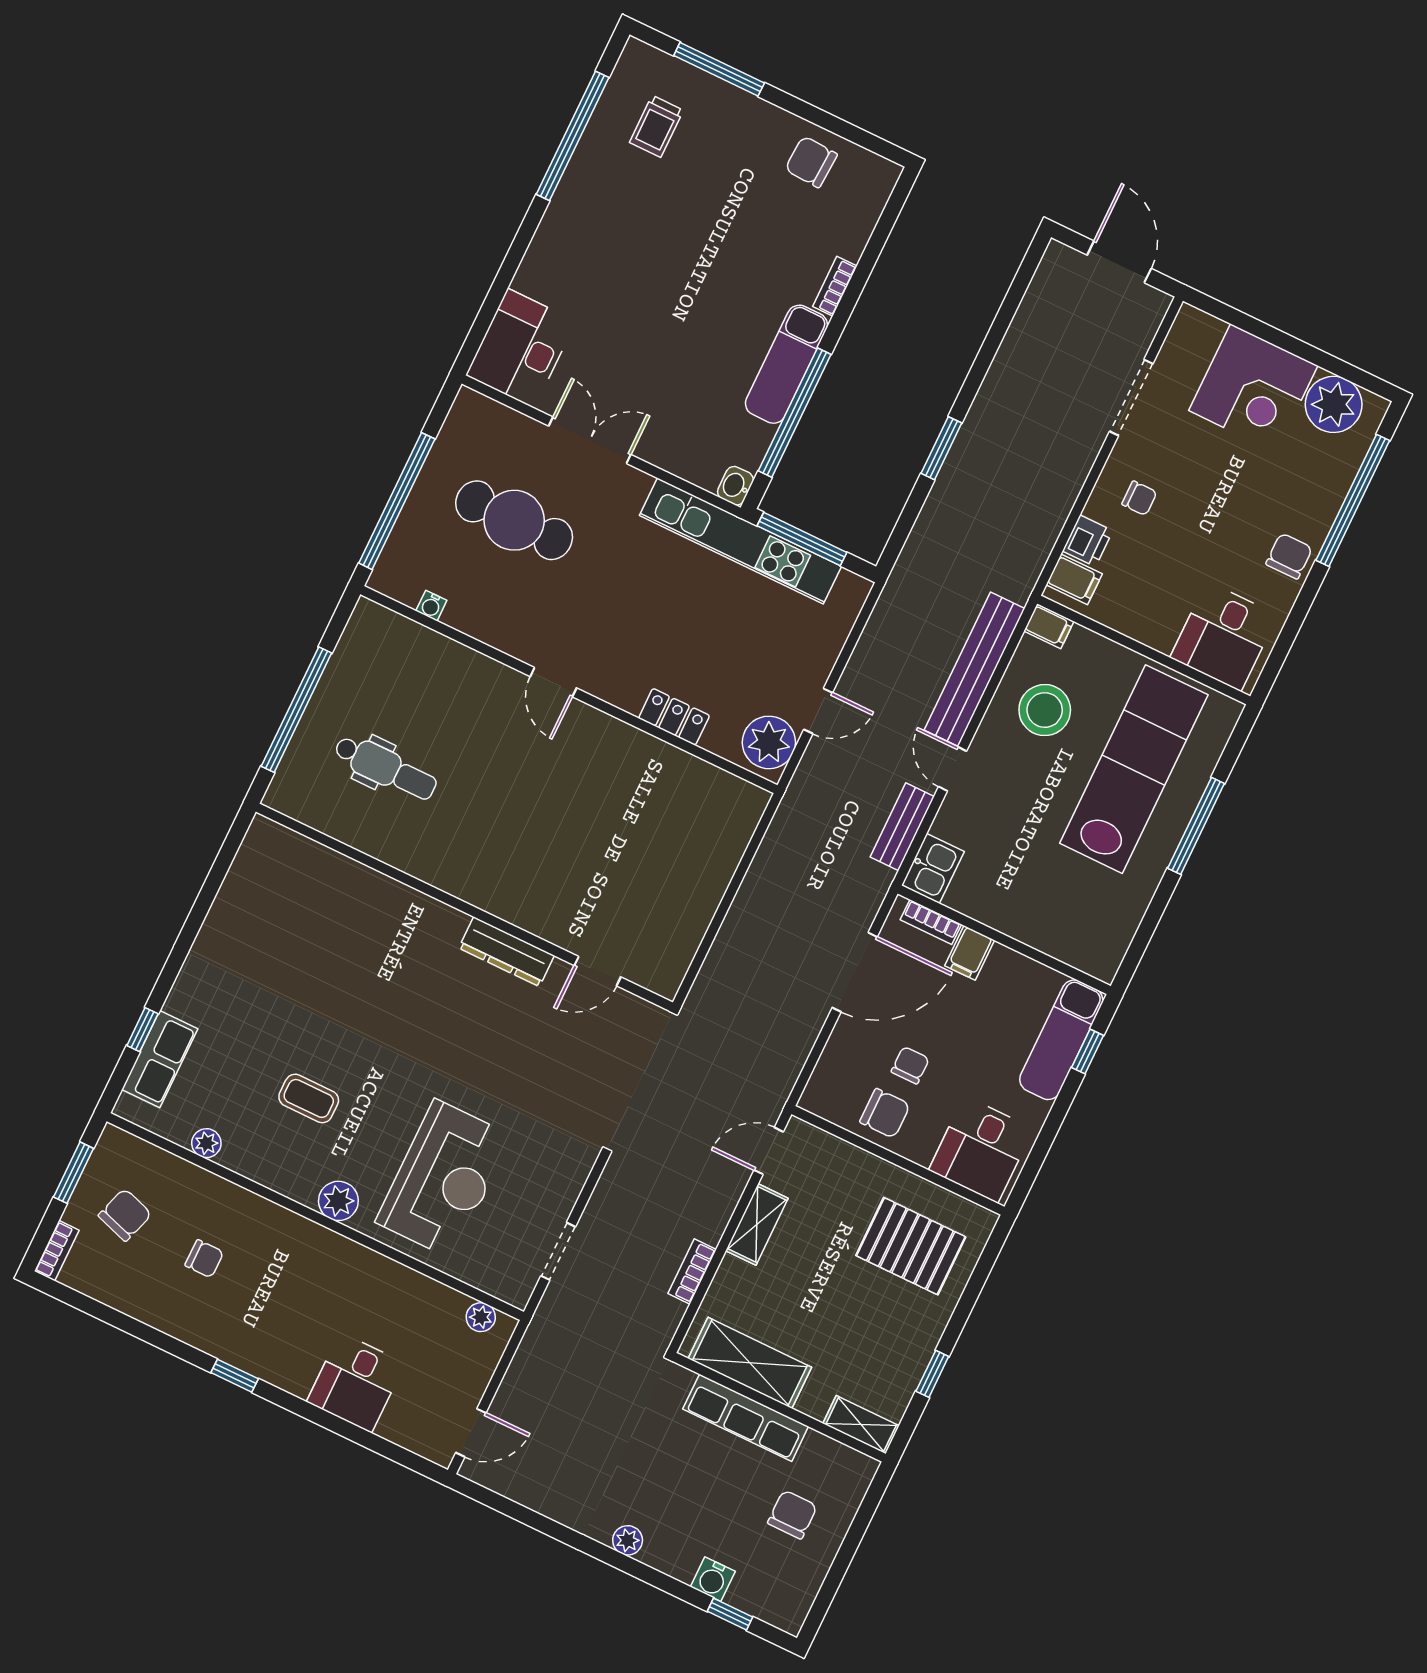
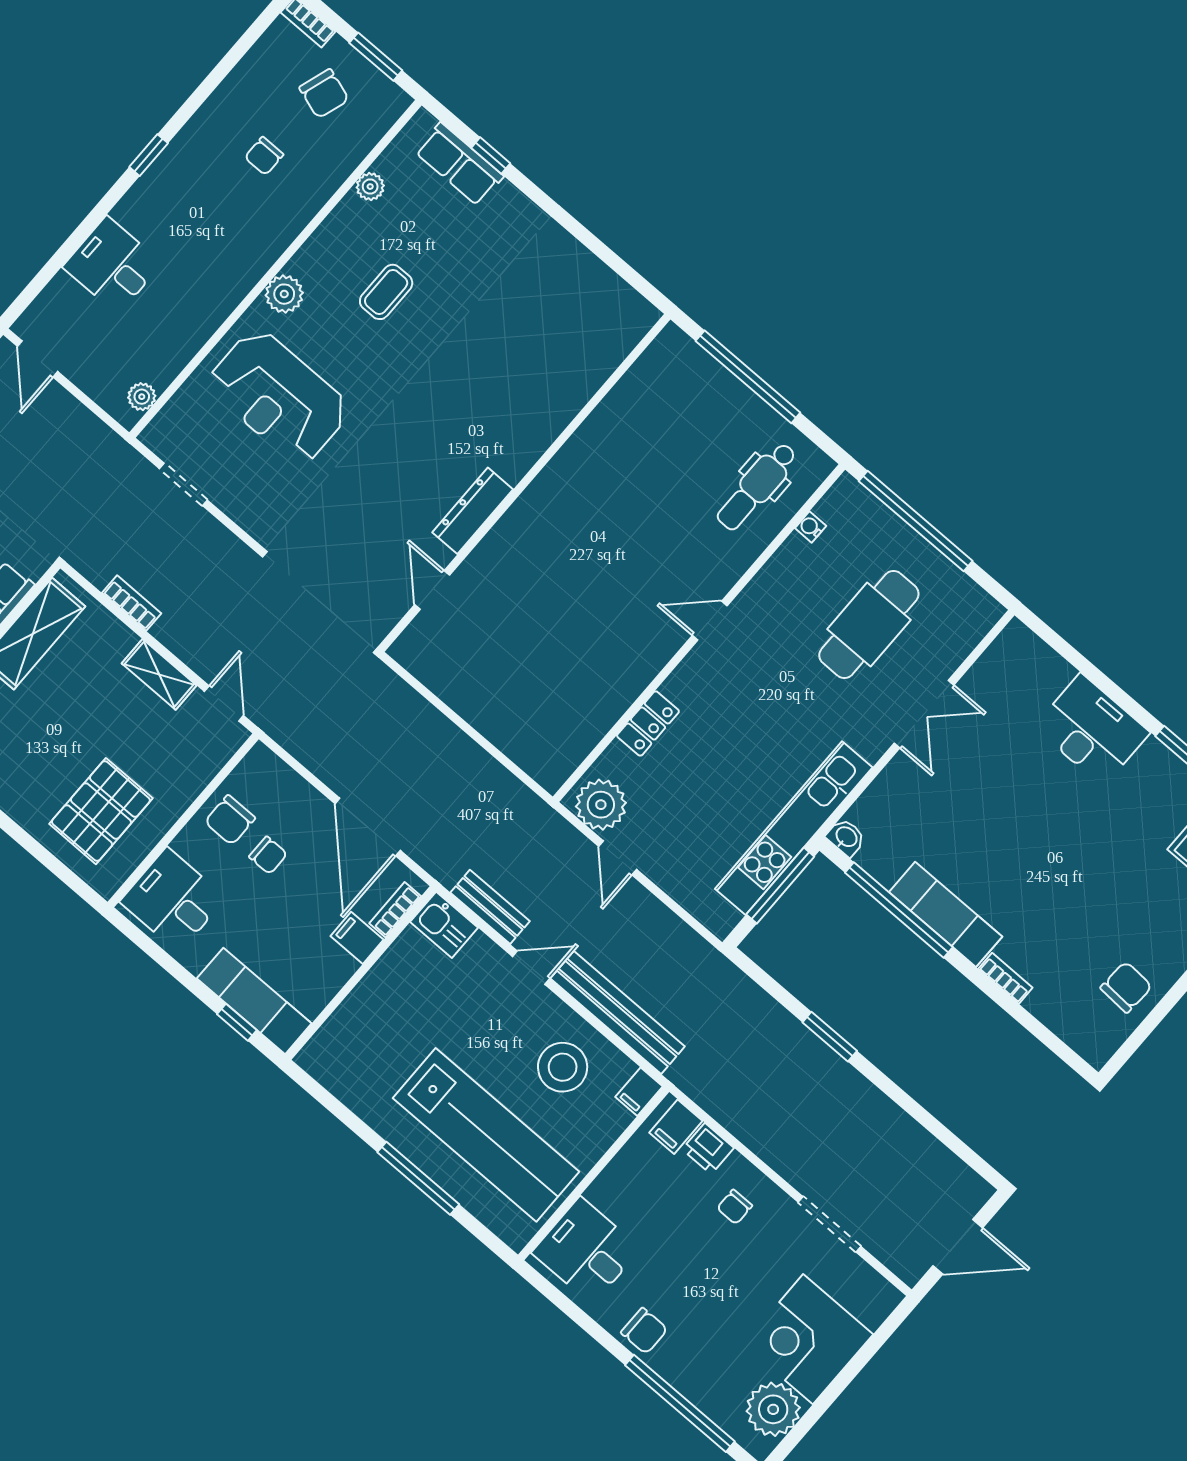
desk: (521, 348) -> (1092, 730), moved
dental chair: (385, 768) -> (757, 486), moved

